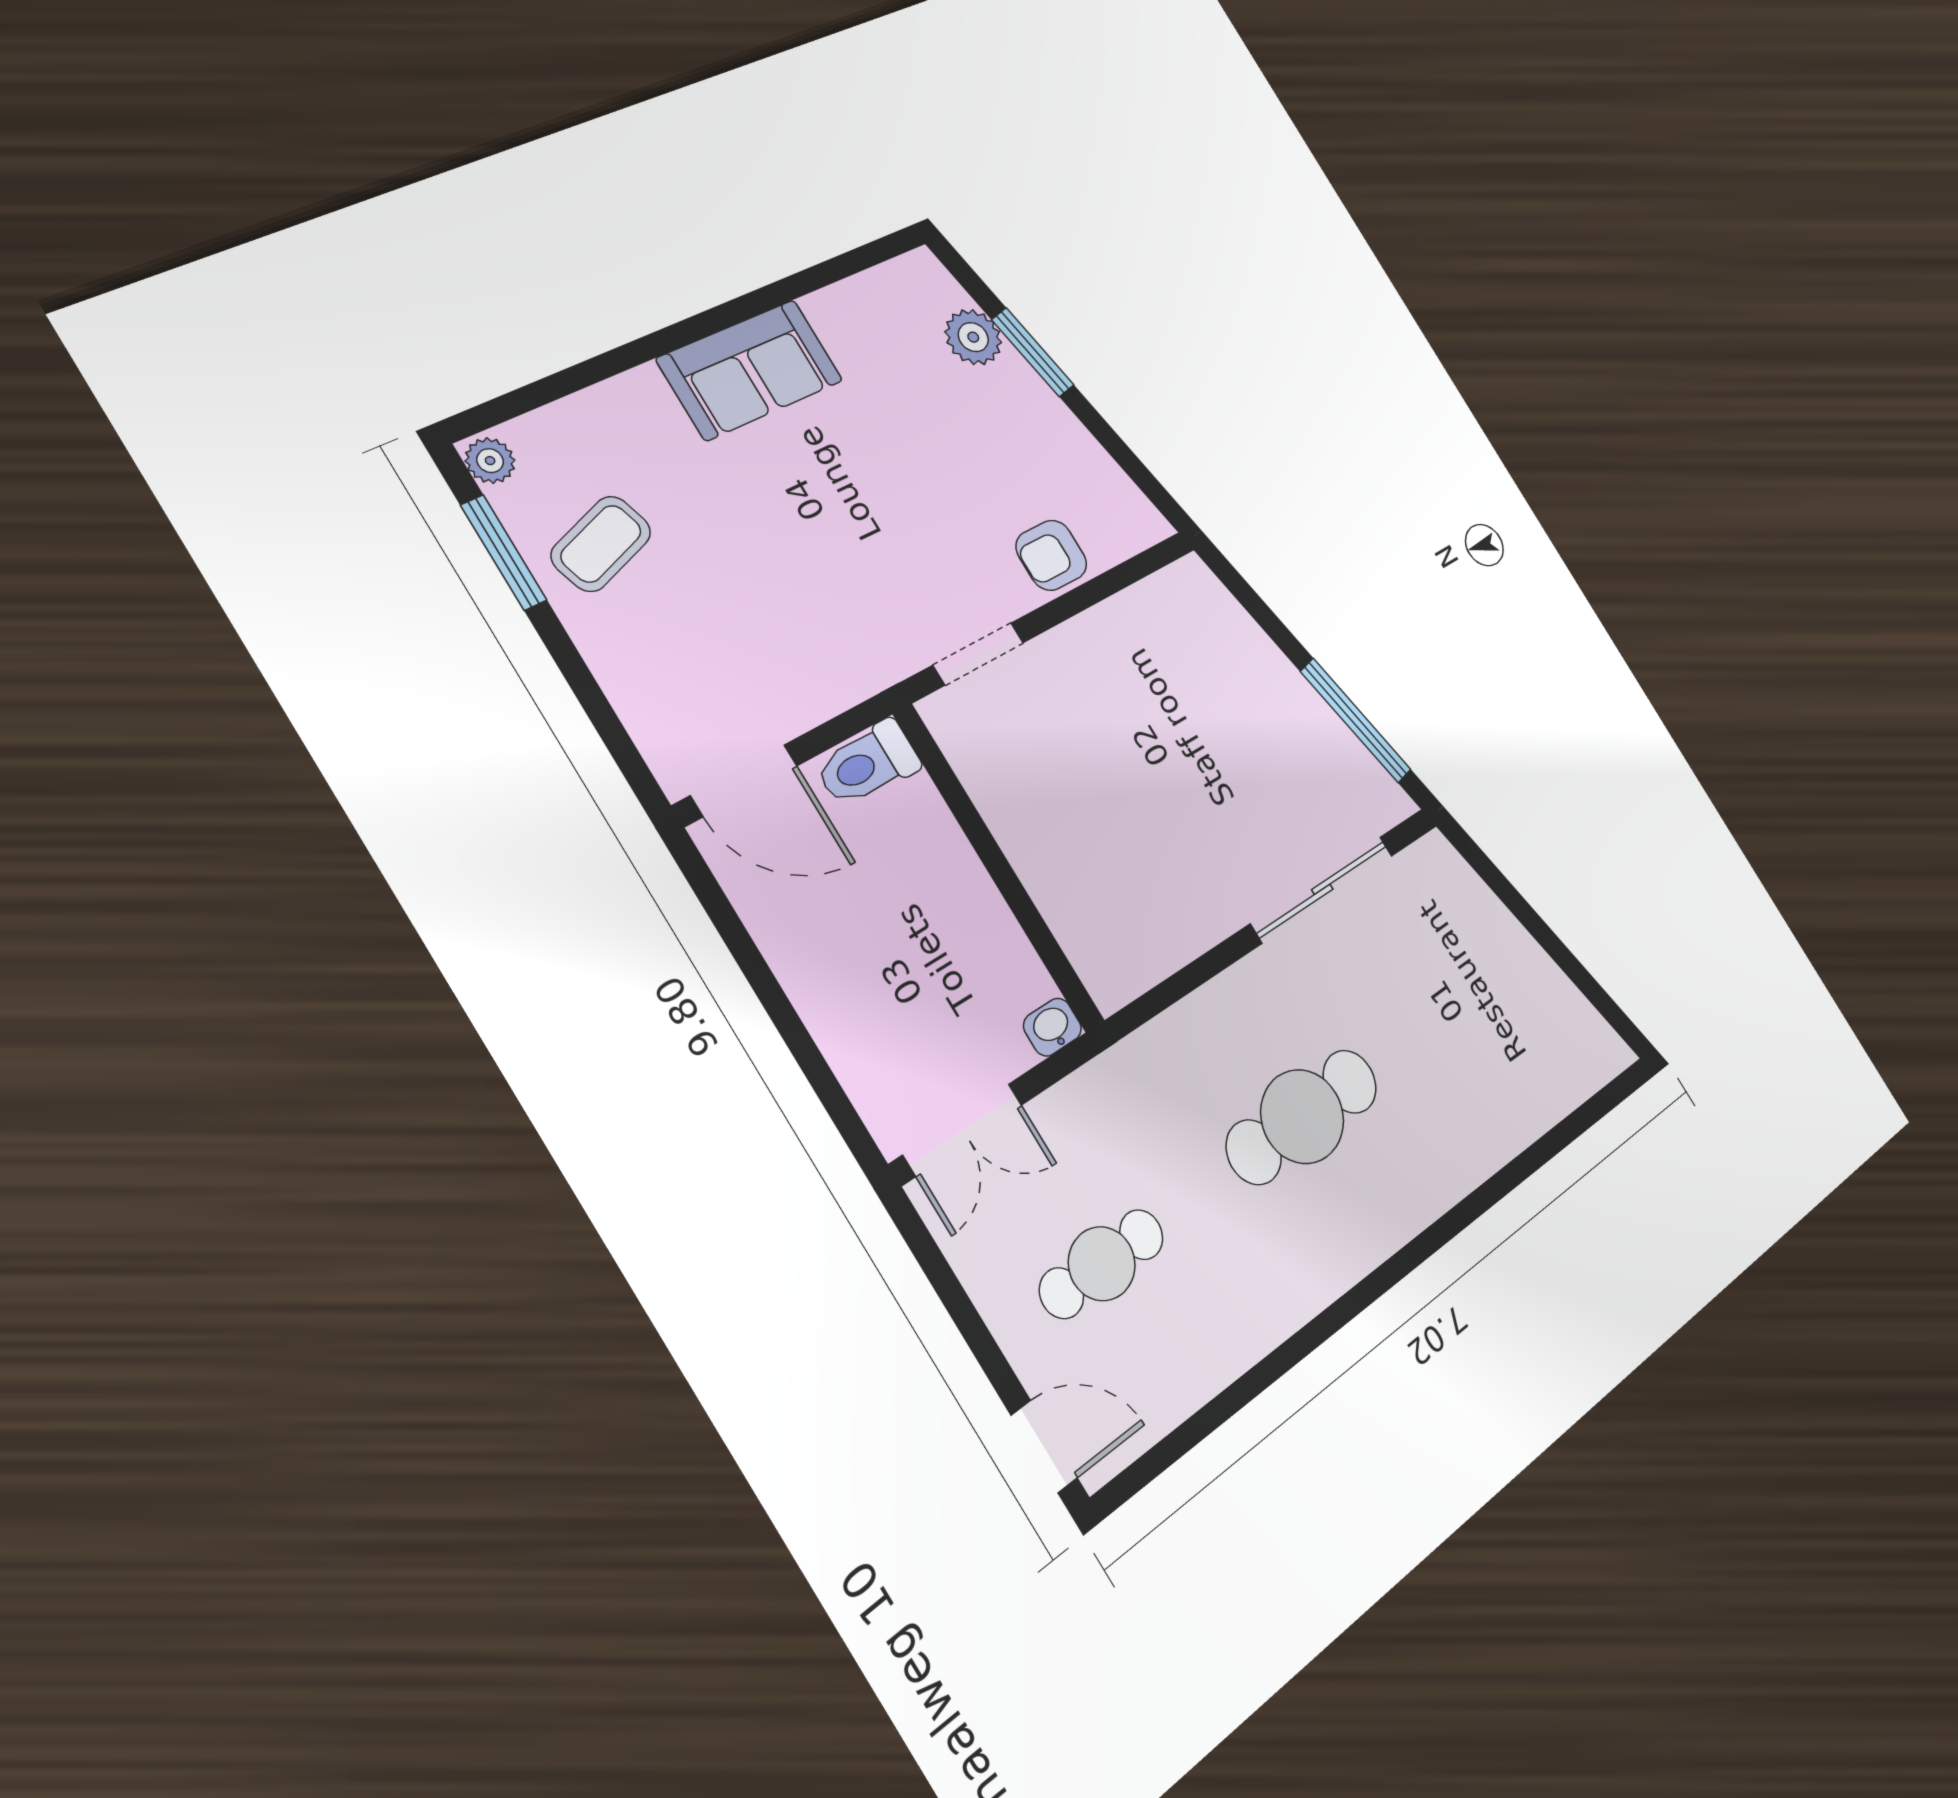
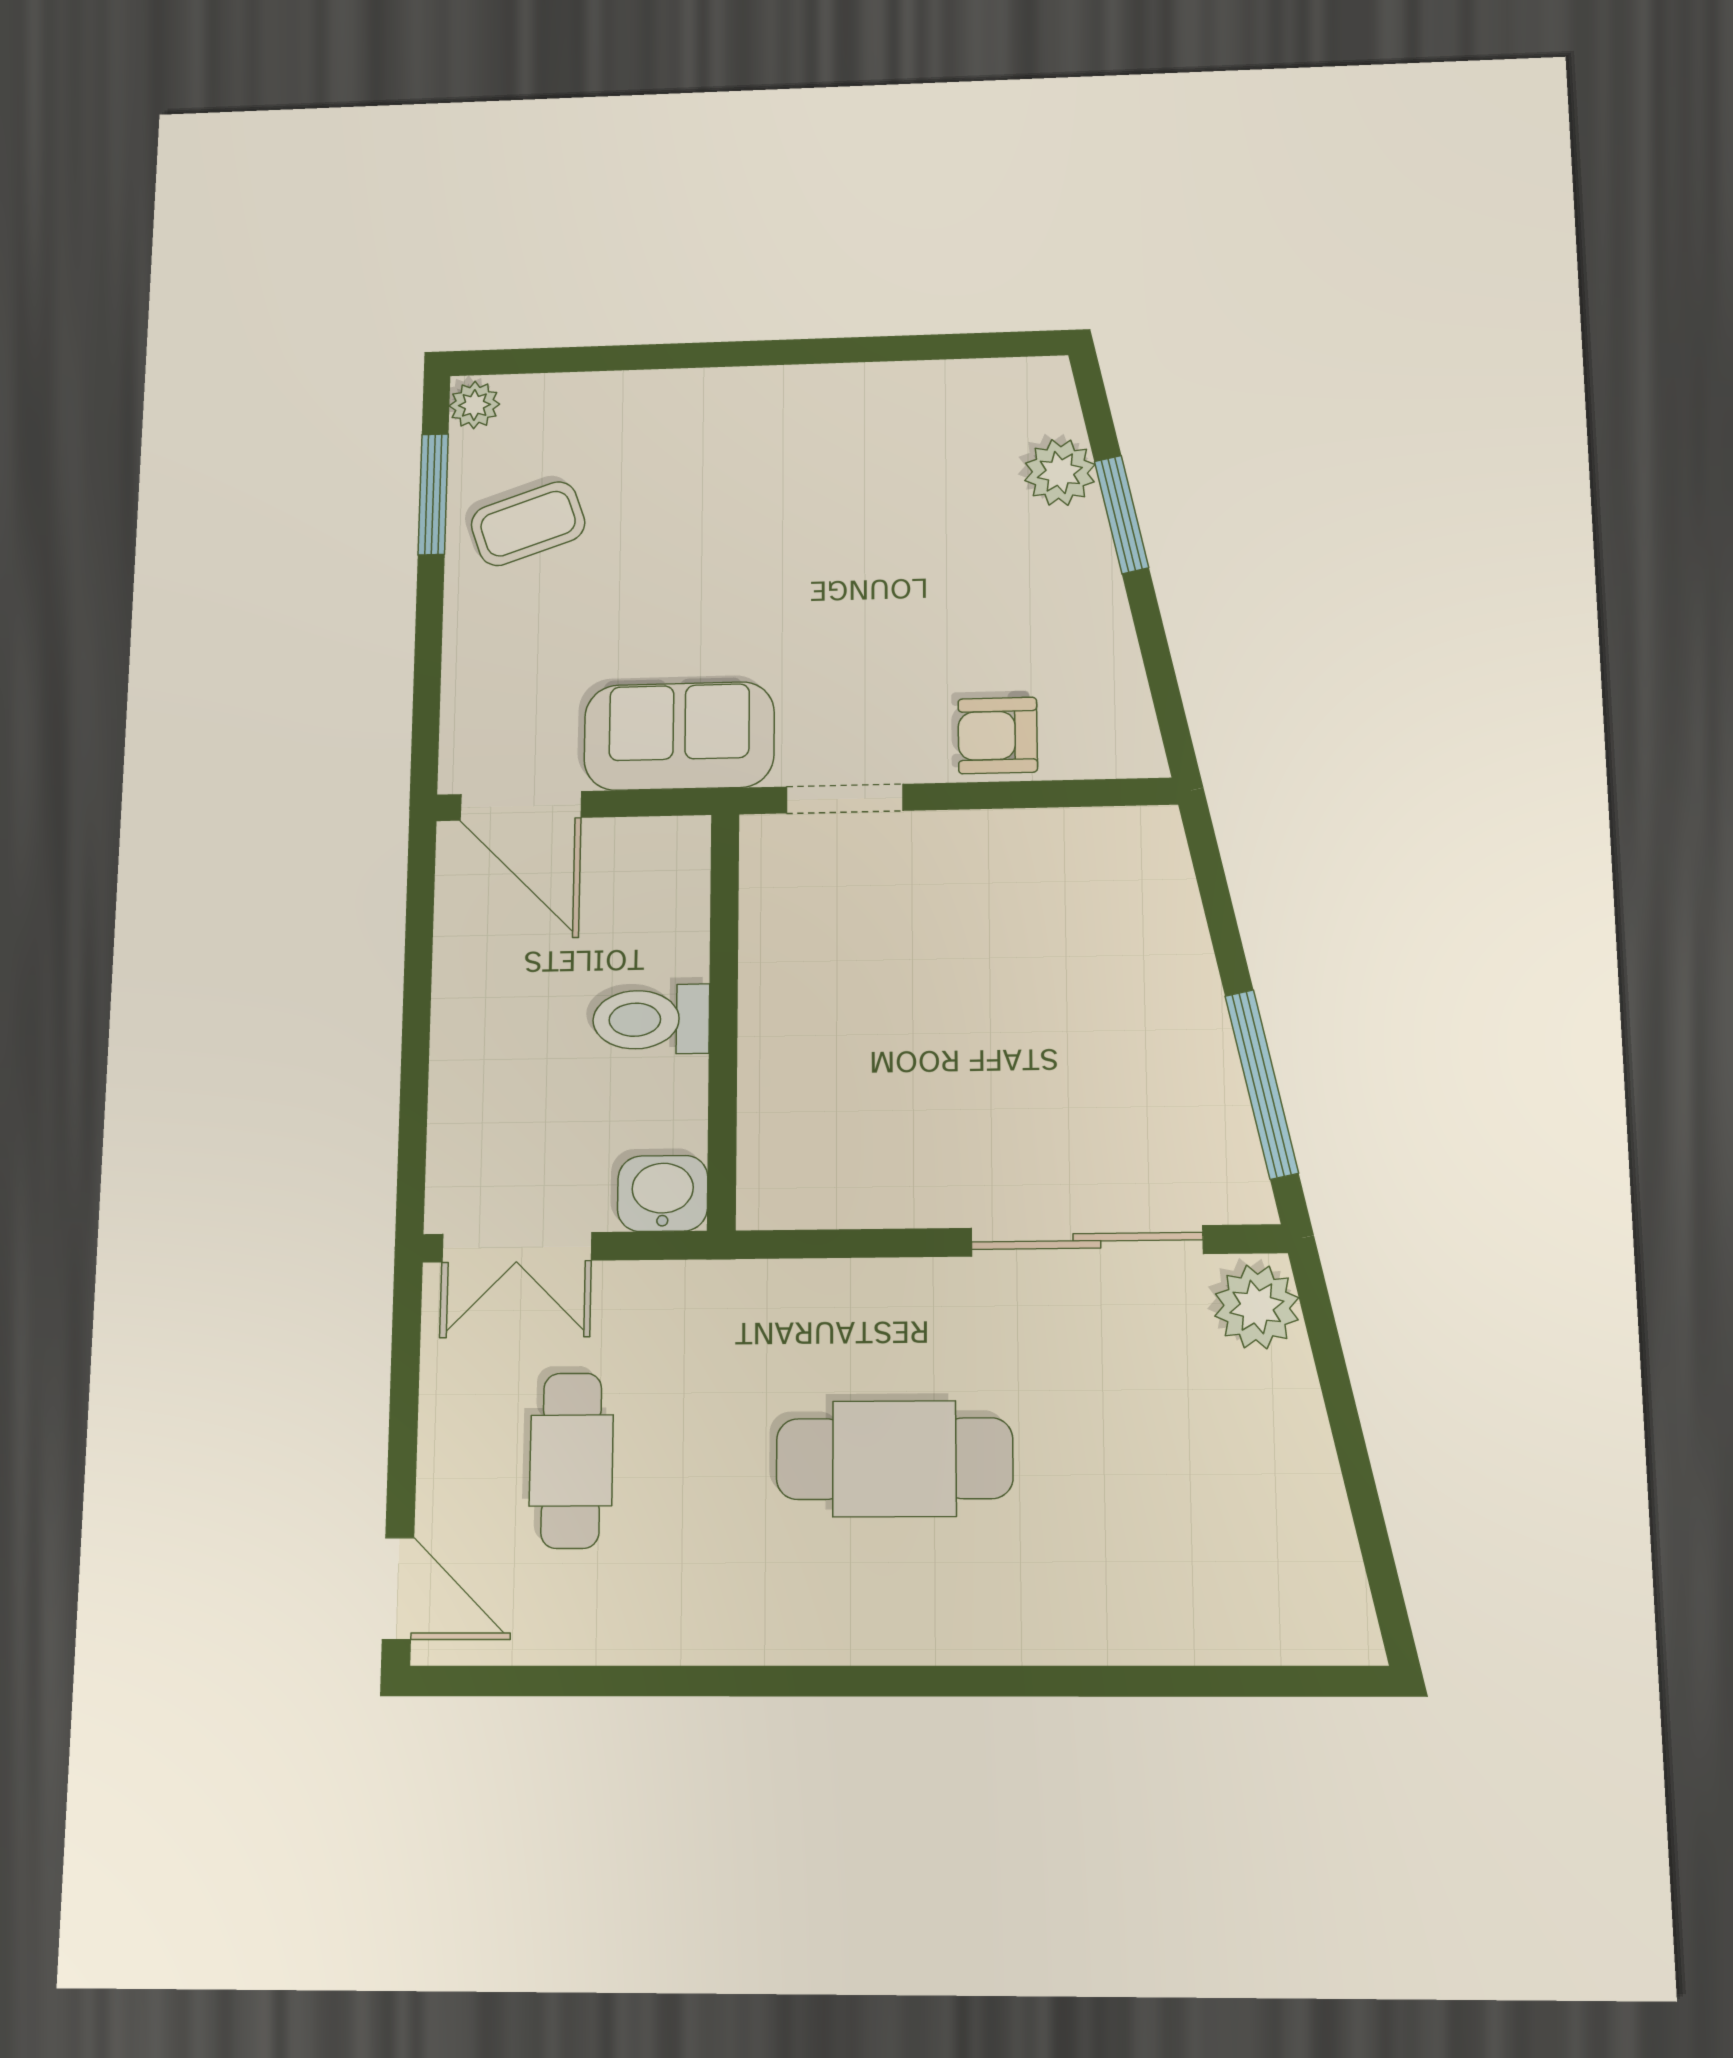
sofa: (750, 370) -> (679, 736), moved, turned 180
toilet: (868, 764) -> (651, 1019), moved
plant: (1441, 873) -> (1257, 1307), added
washbasin: (1052, 1027) -> (663, 1193), width x1.38, depth x1.45
cafe table: (1102, 1264) -> (571, 1460), turned 90

